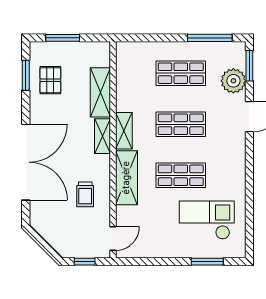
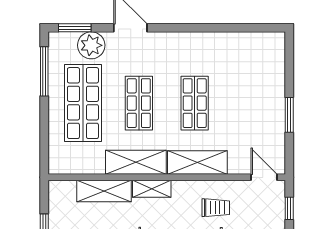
shop shelf: (181, 73) -> (83, 103), width x1.43, depth x1.36
shelving: (124, 131) -> (136, 162), width x1.50, depth x1.33
checkout: (207, 220) -> (244, 75), removed
window: (207, 262) -> (289, 115), moved

